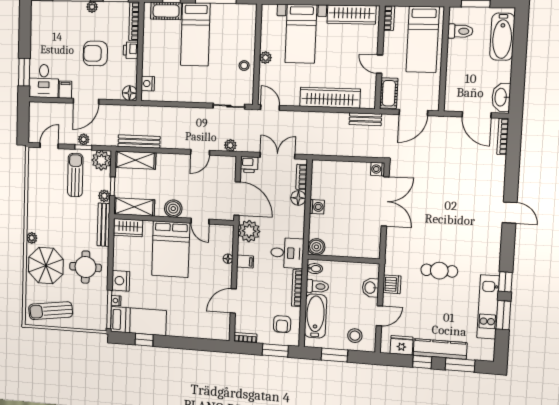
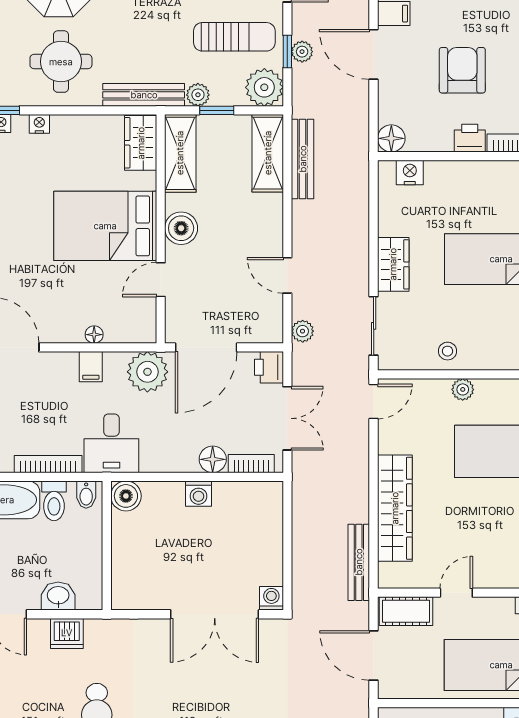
wardrobe: (196, 94) -> (393, 264), added
bench: (365, 119) -> (359, 562), width x1.36
nightstand: (121, 281) -> (39, 124), width x0.53, depth x0.56

